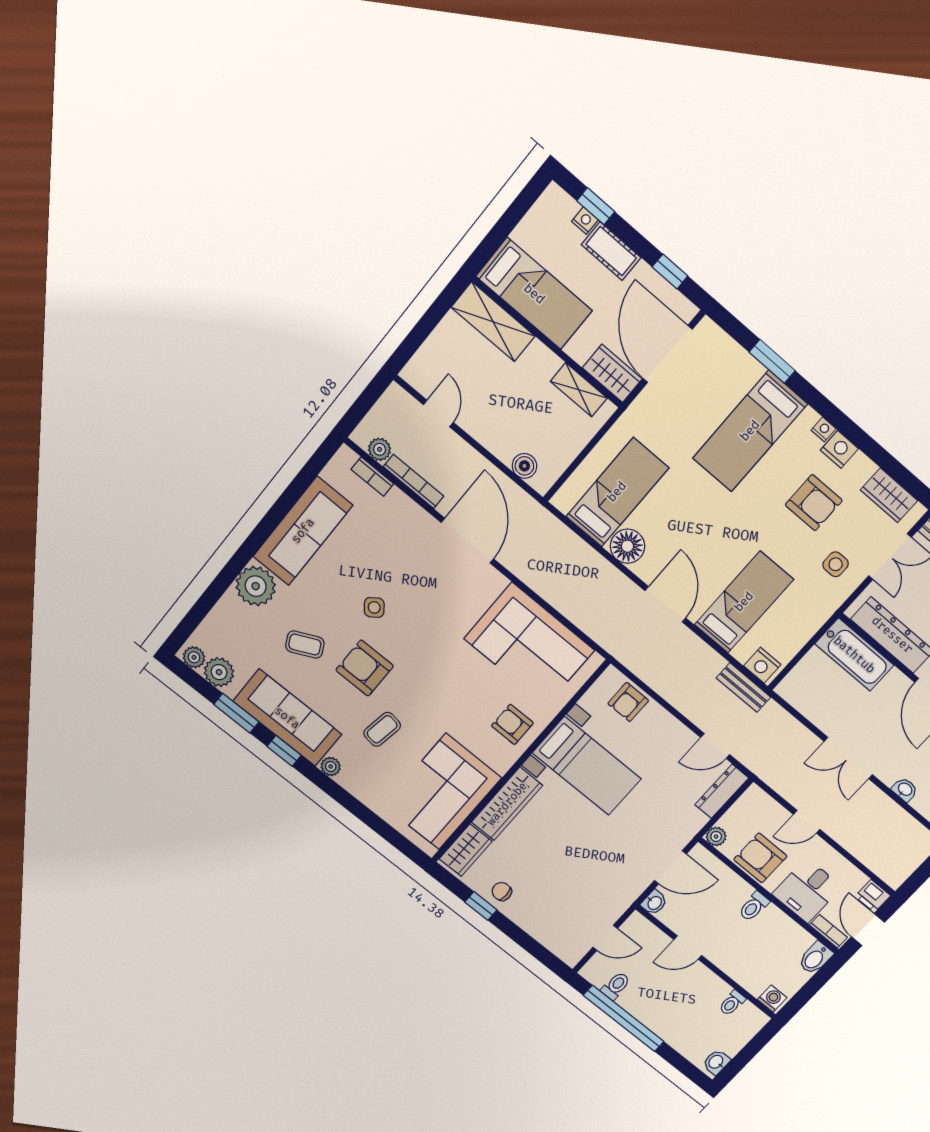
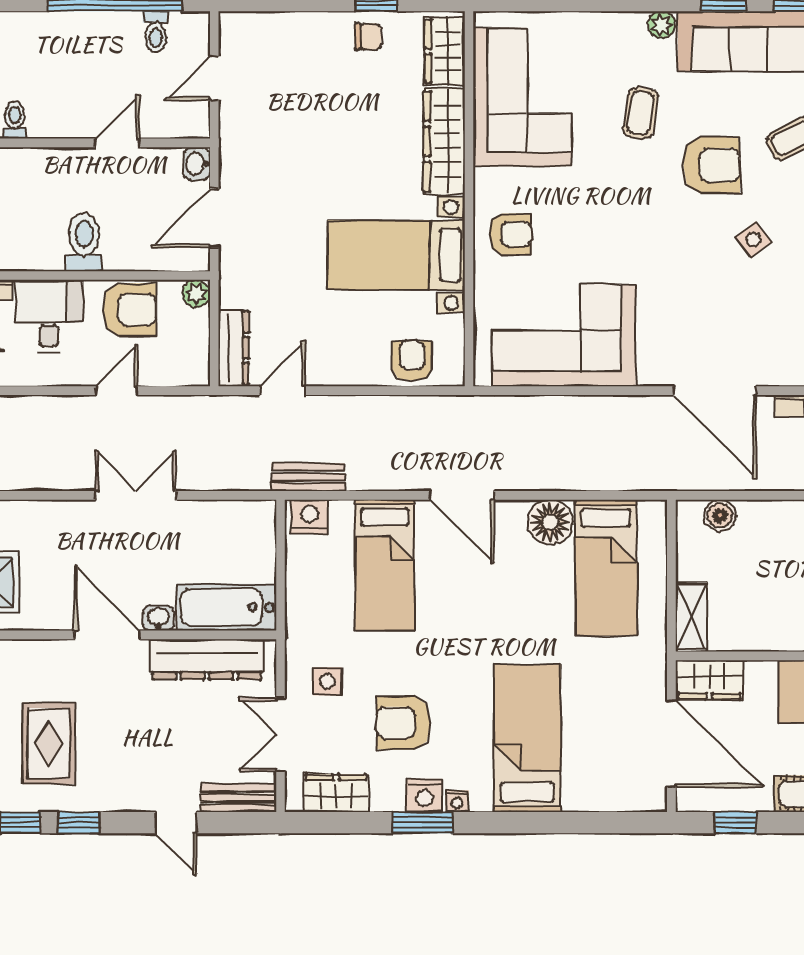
window: (772, 361) -> (423, 823), moved
shelving: (579, 390) -> (691, 617), moved, turned 90
washbasin: (905, 790) -> (158, 618), moved, turned 180
toilet: (754, 906) -> (84, 242), width x1.37, depth x1.39

